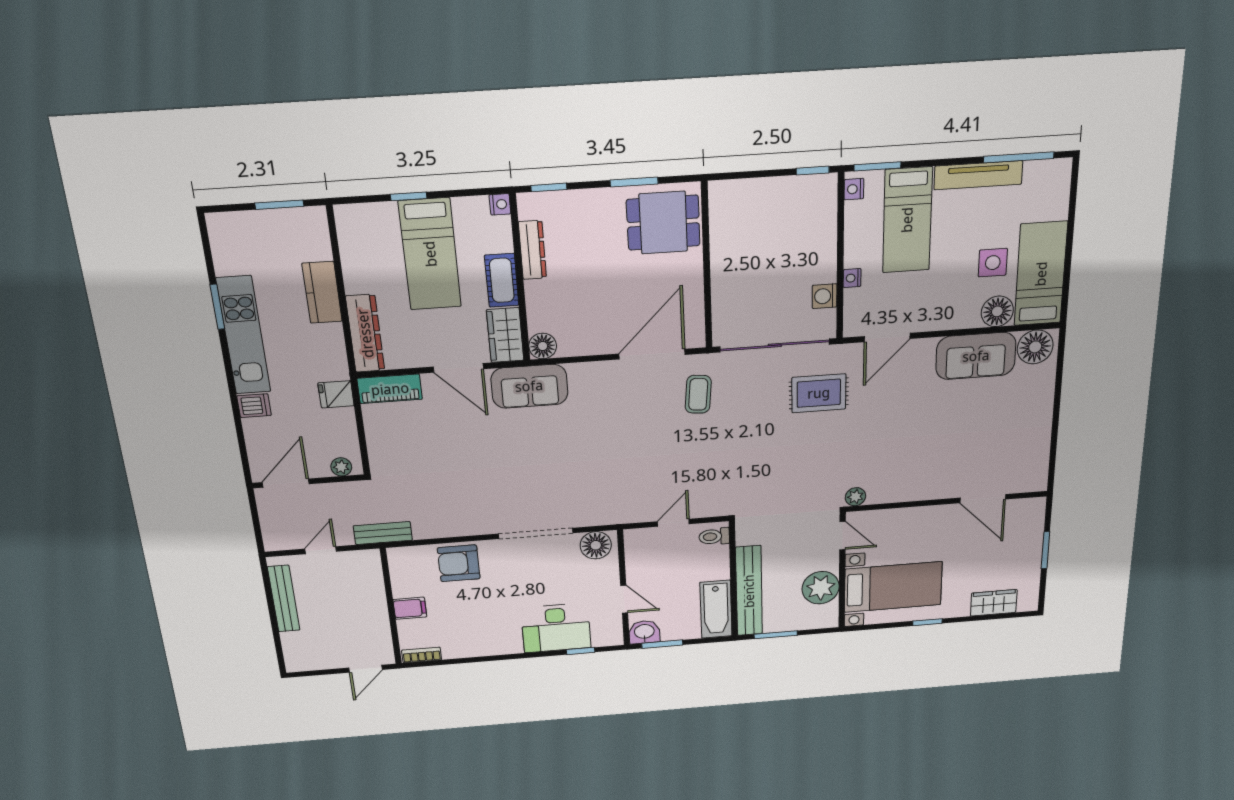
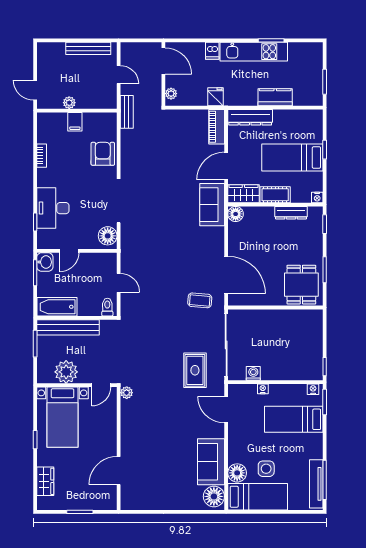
tv unit: (978, 175) -> (316, 484), moved
plant: (379, 619) -> (69, 103), added
bookcase: (422, 655) -> (42, 156), moved

